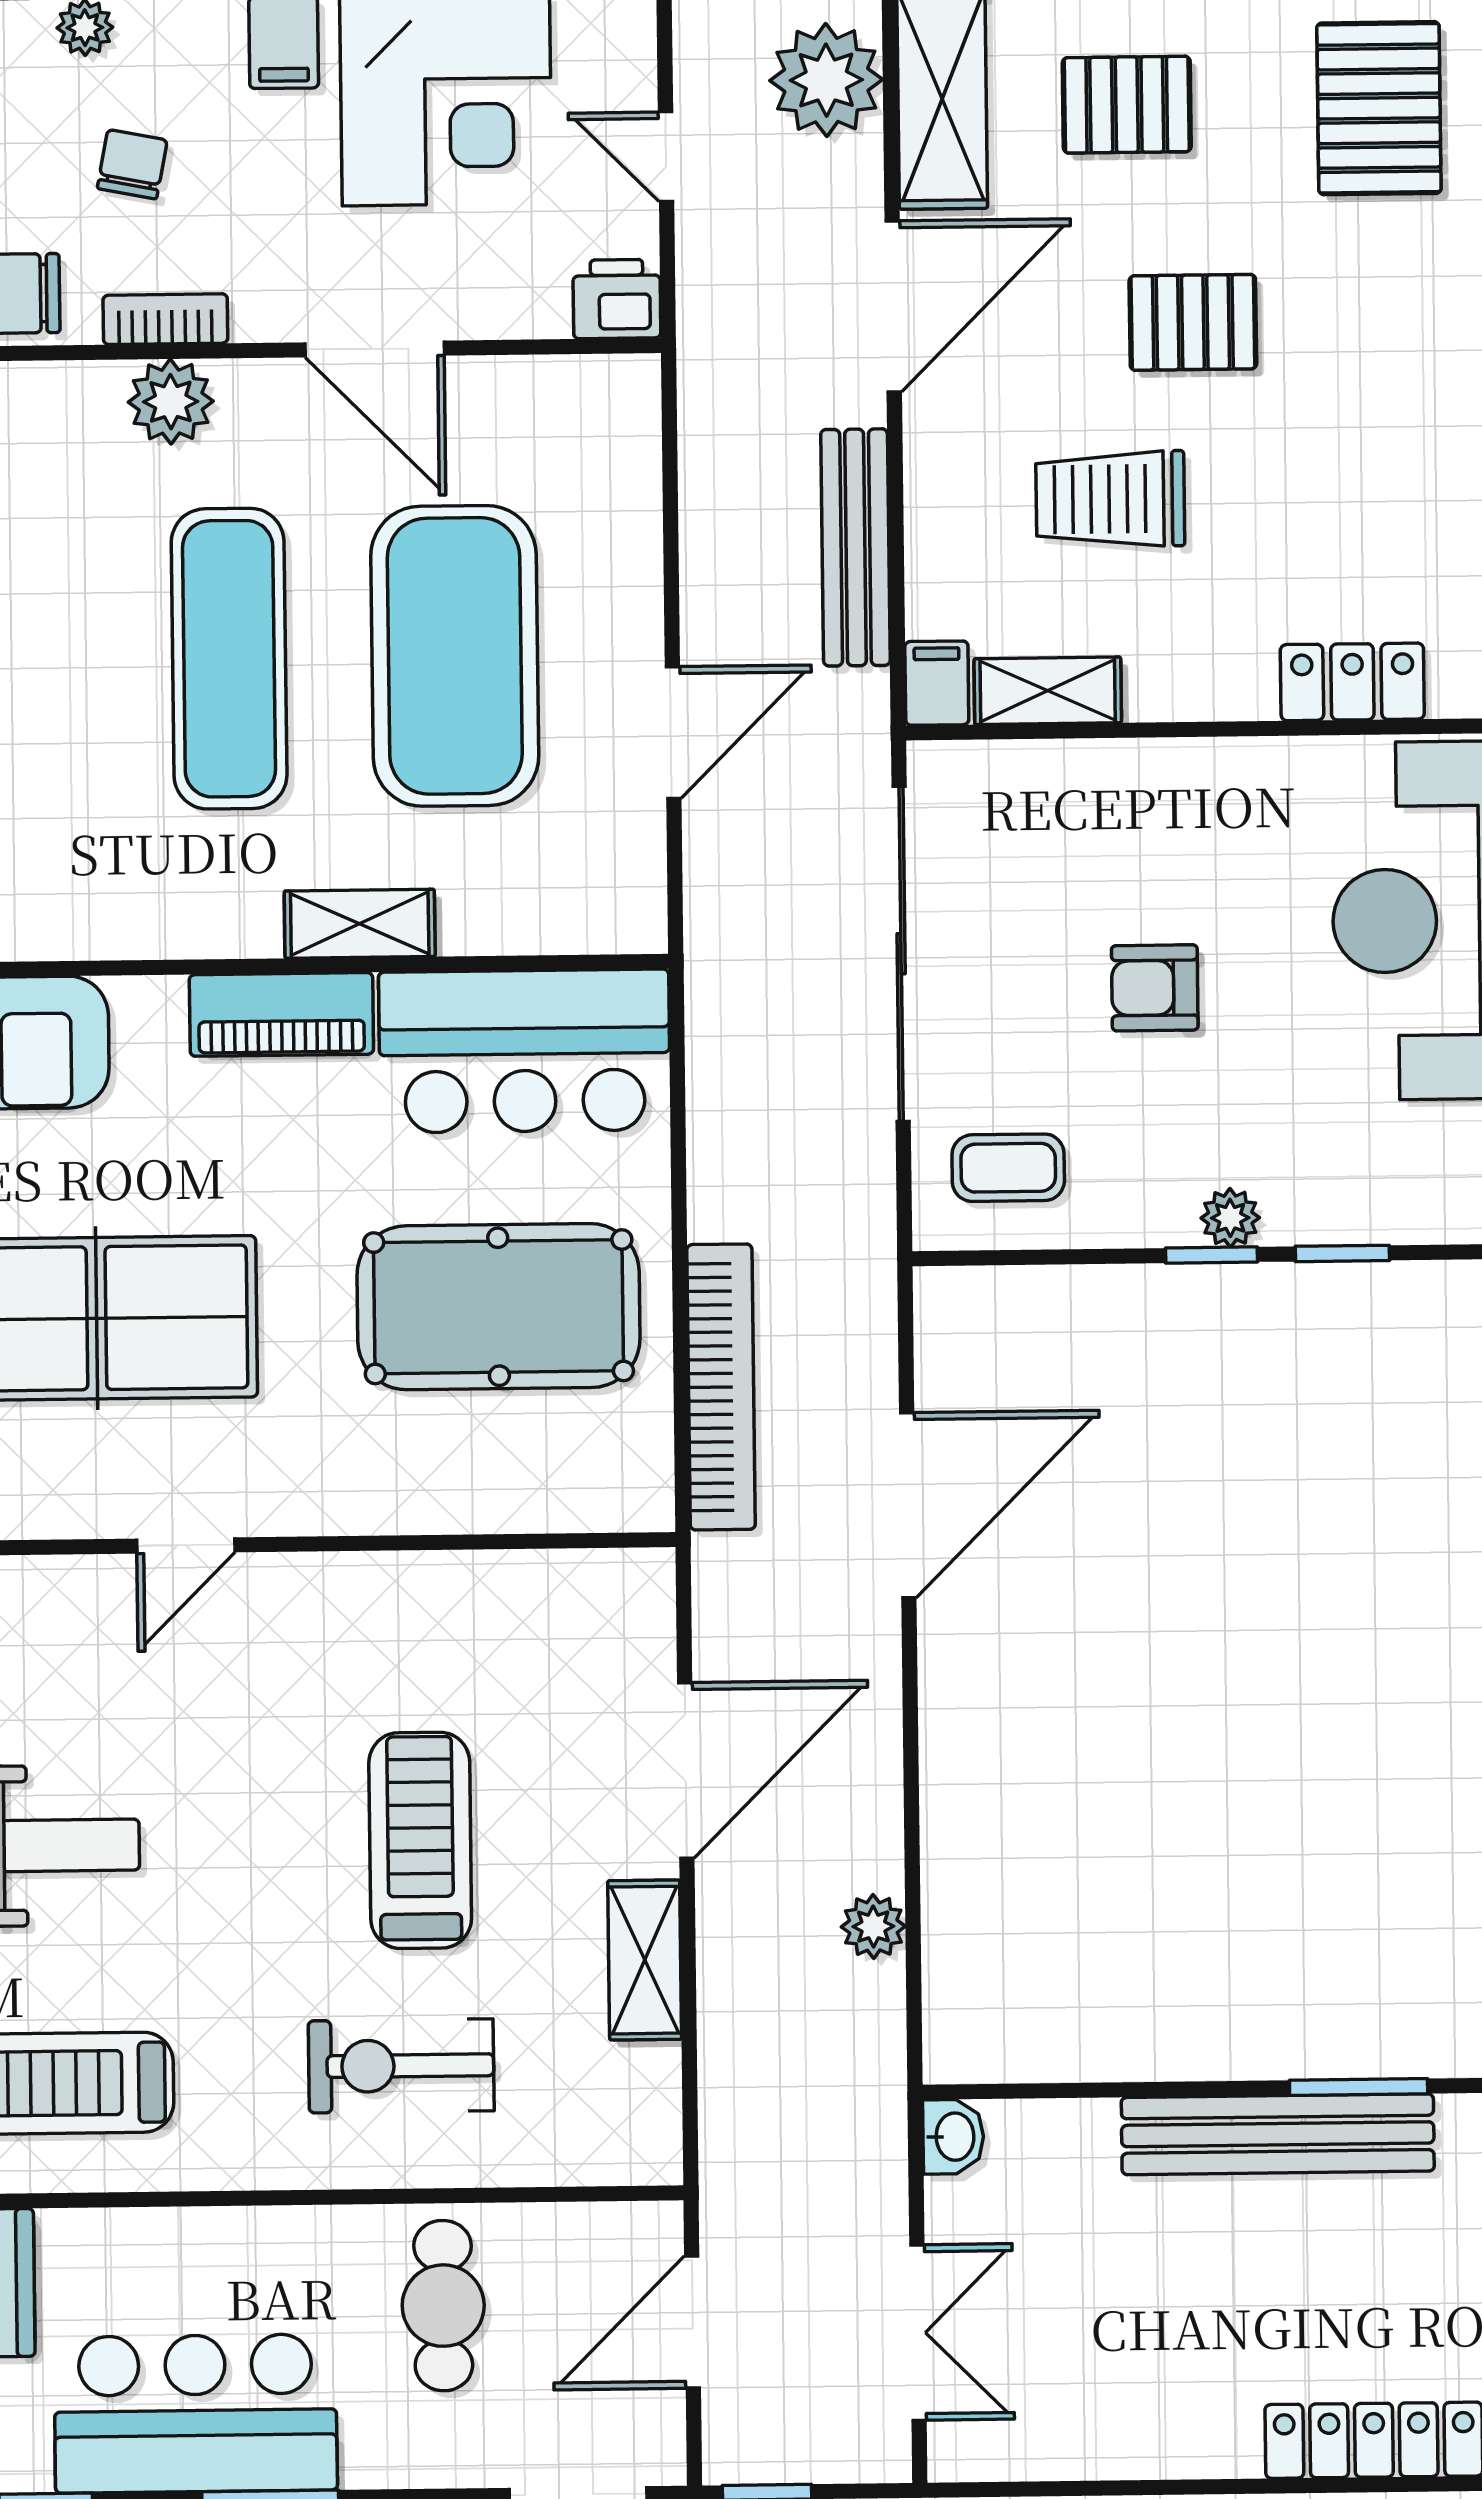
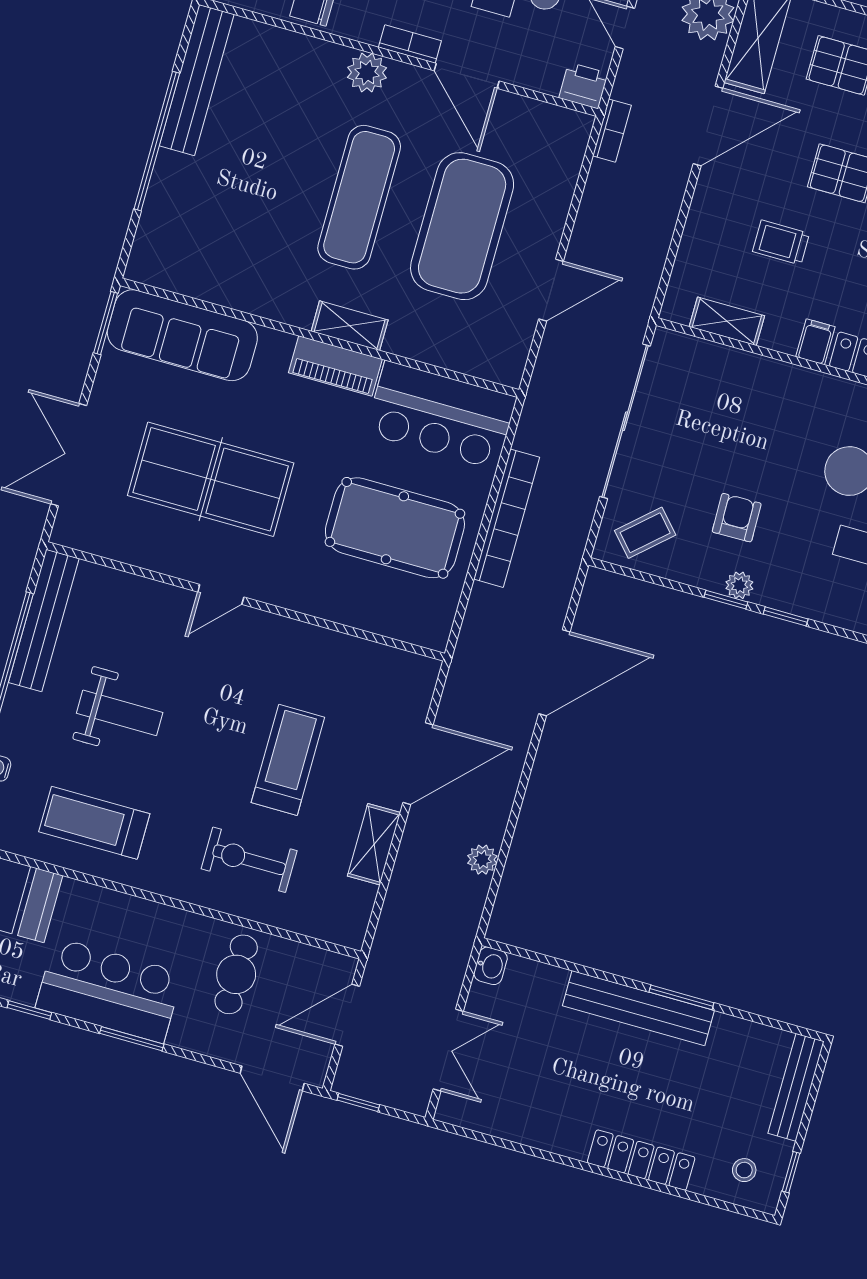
bookcase: (165, 319) -> (410, 44), moved
bookcase: (701, 373) -> (612, 131), added
trolley: (1110, 499) -> (781, 243), width x0.73, depth x0.72
bench: (855, 547) -> (659, 230), removed
filing cabinet: (937, 683) -> (815, 342), moved
shelving: (360, 924) -> (350, 326), moved
armchair: (1155, 988) -> (737, 518), moved, turned 89
coffee table: (1008, 1168) -> (645, 533), turned -42
bookcase: (721, 1387) -> (507, 518), moved

